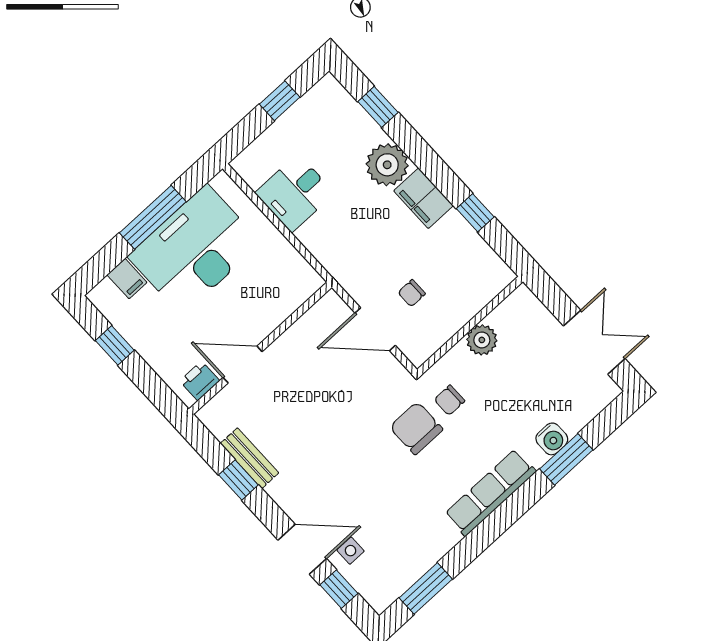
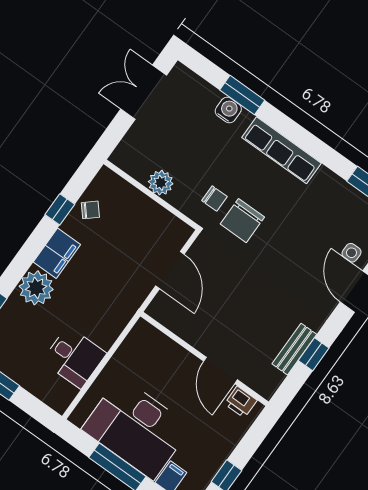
chair: (412, 293) -> (90, 210), moved, turned -41

